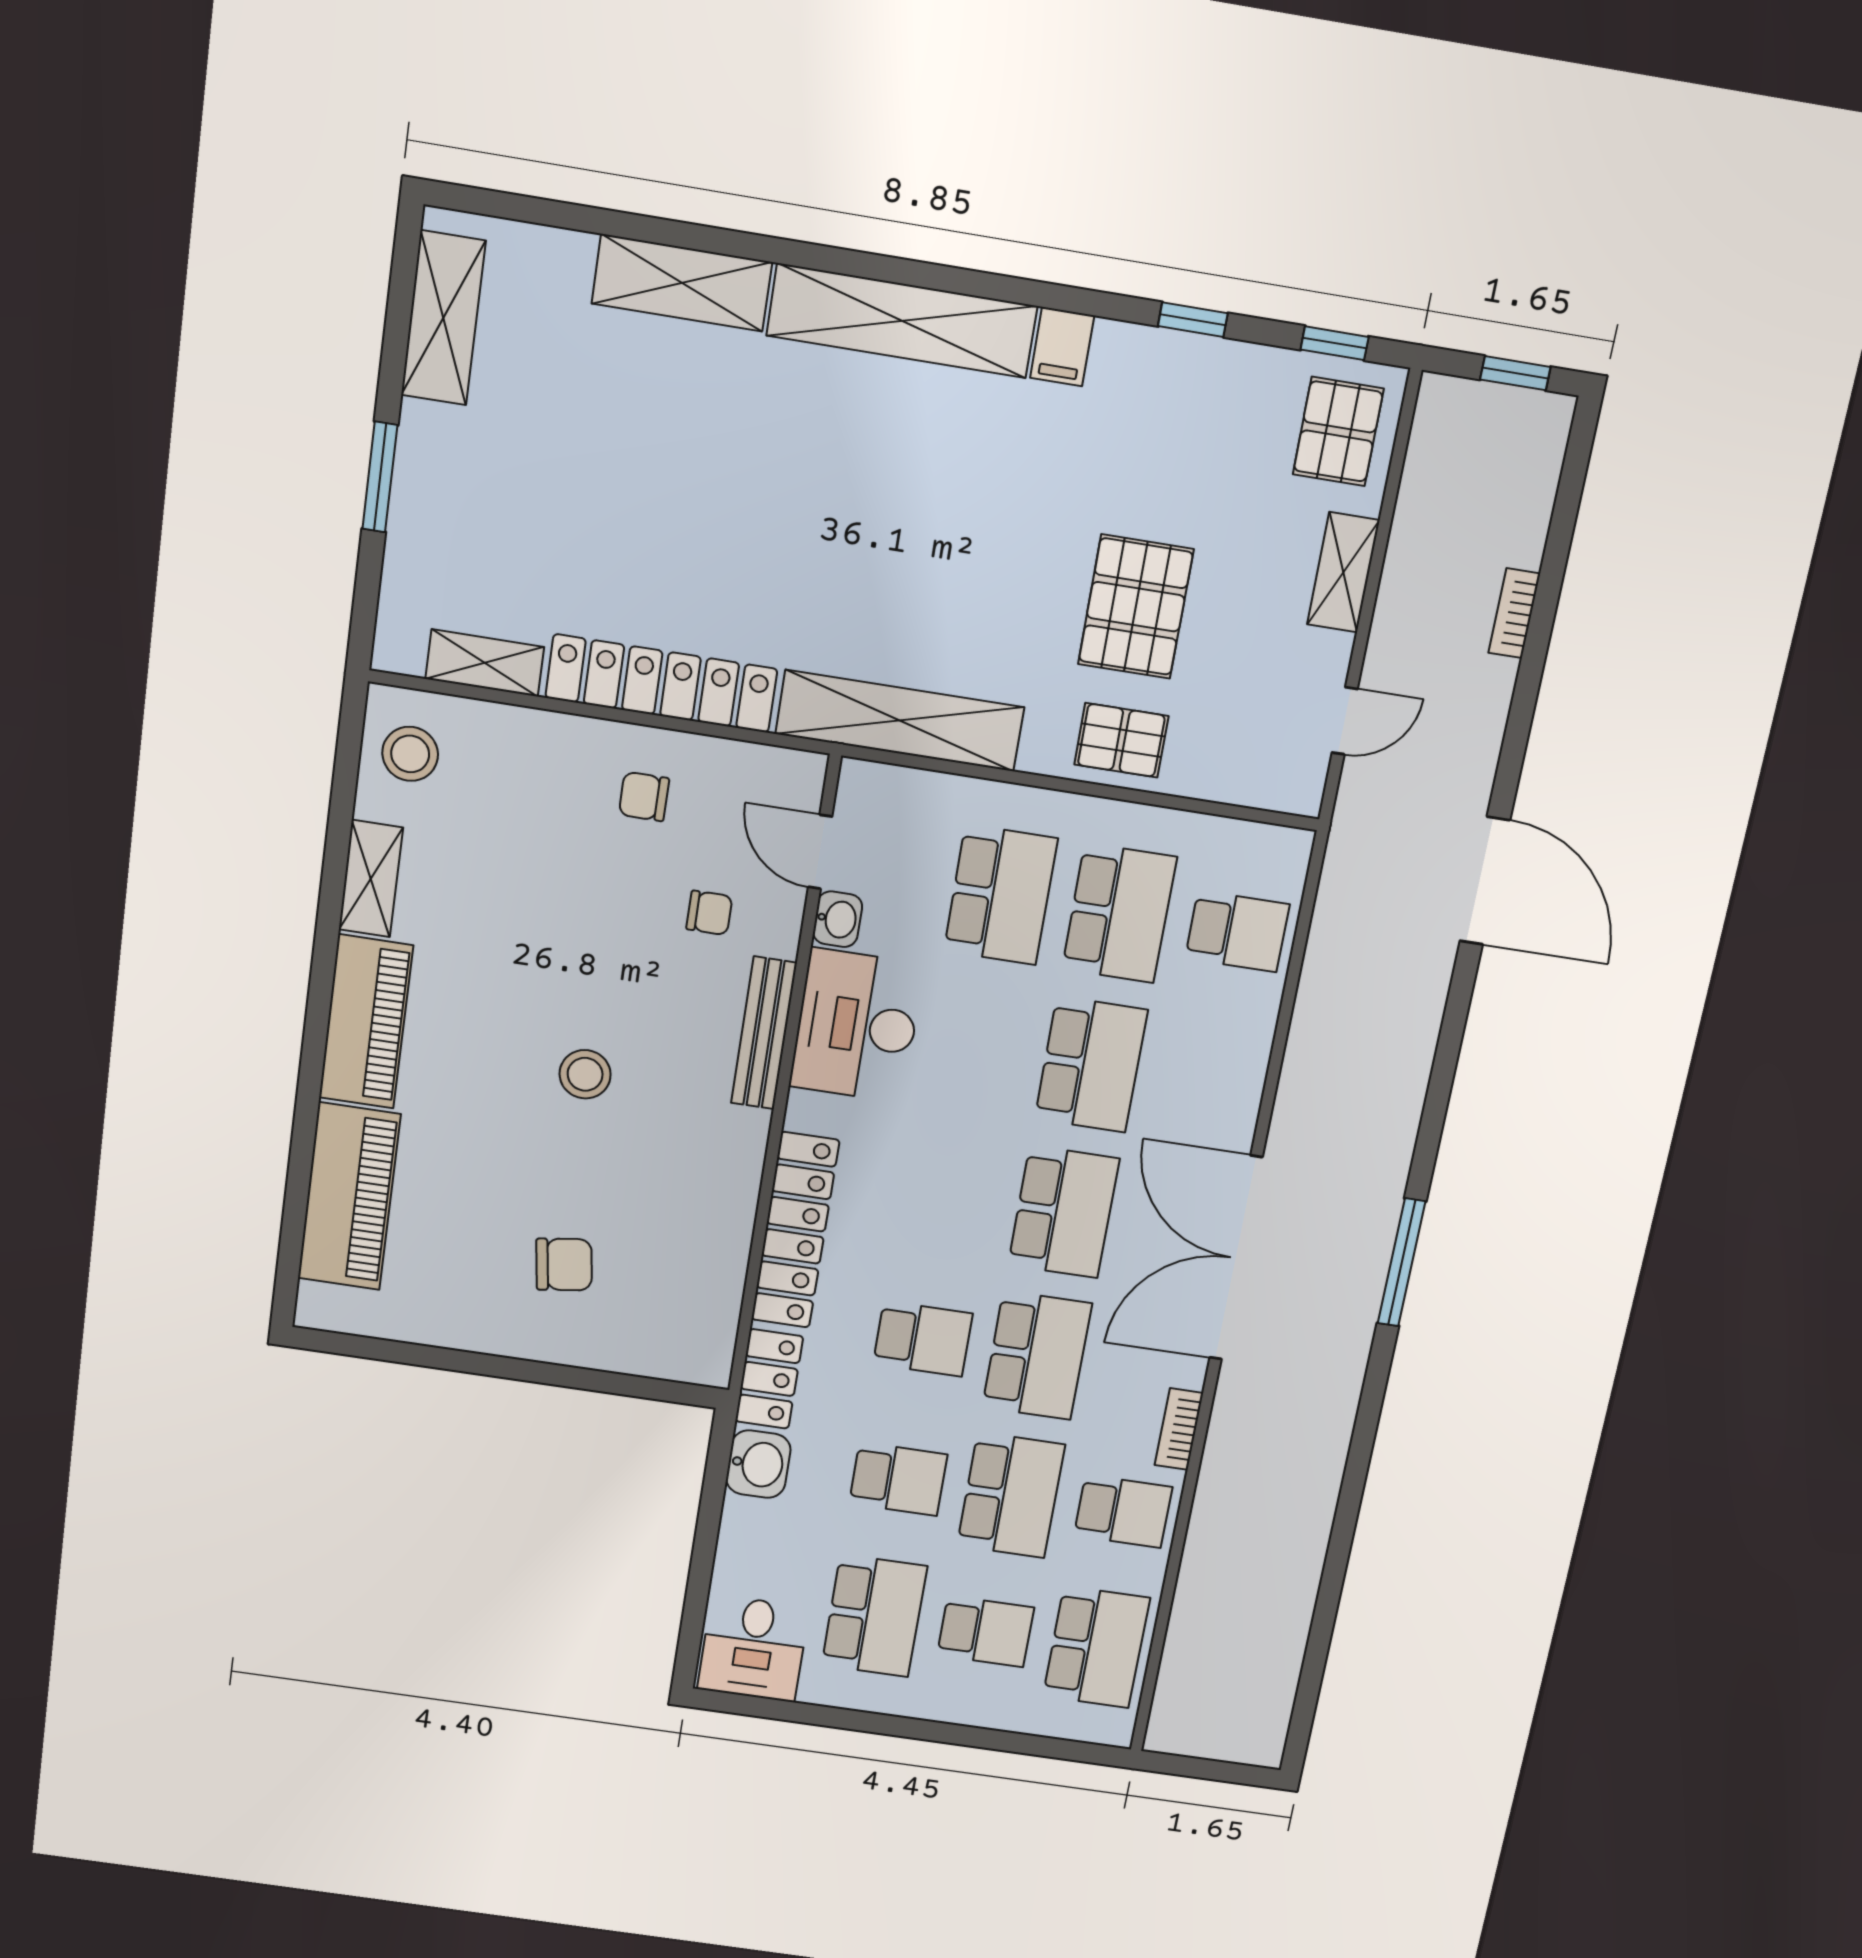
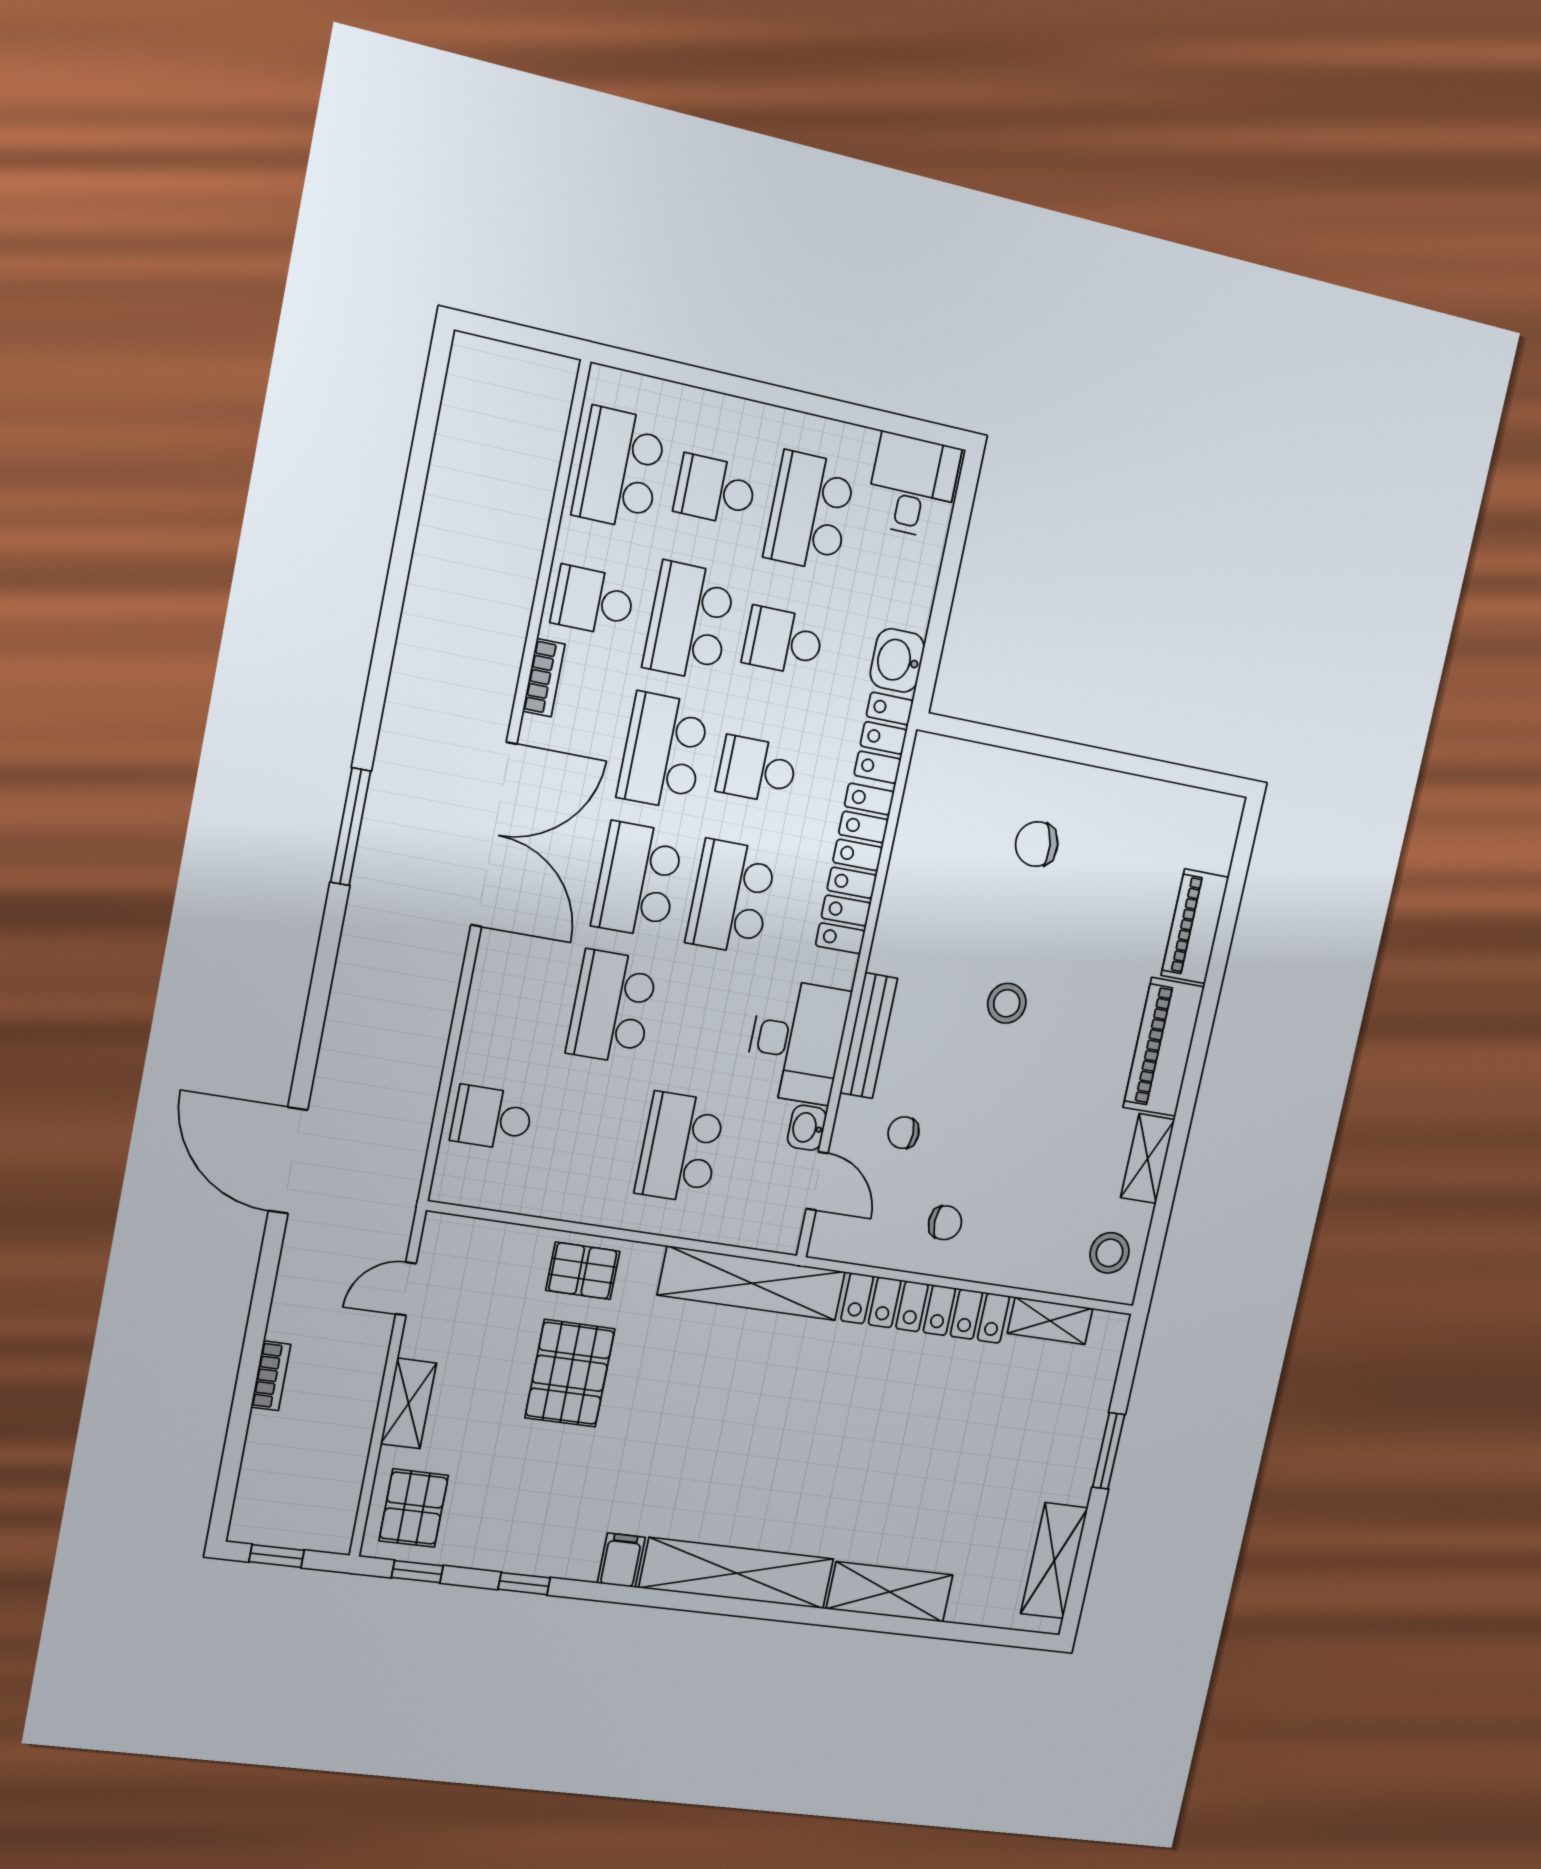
school desk: (1119, 913) -> (731, 897), moved
piano: (349, 1196) -> (1195, 926), width x0.73, depth x0.75

